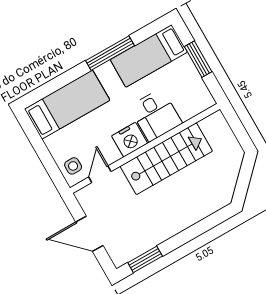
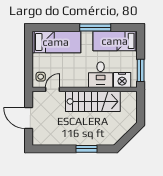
window: (198, 59) -> (141, 70), moved
nightstand: (130, 140) -> (122, 80), moved
window: (145, 259) -> (87, 149), moved

